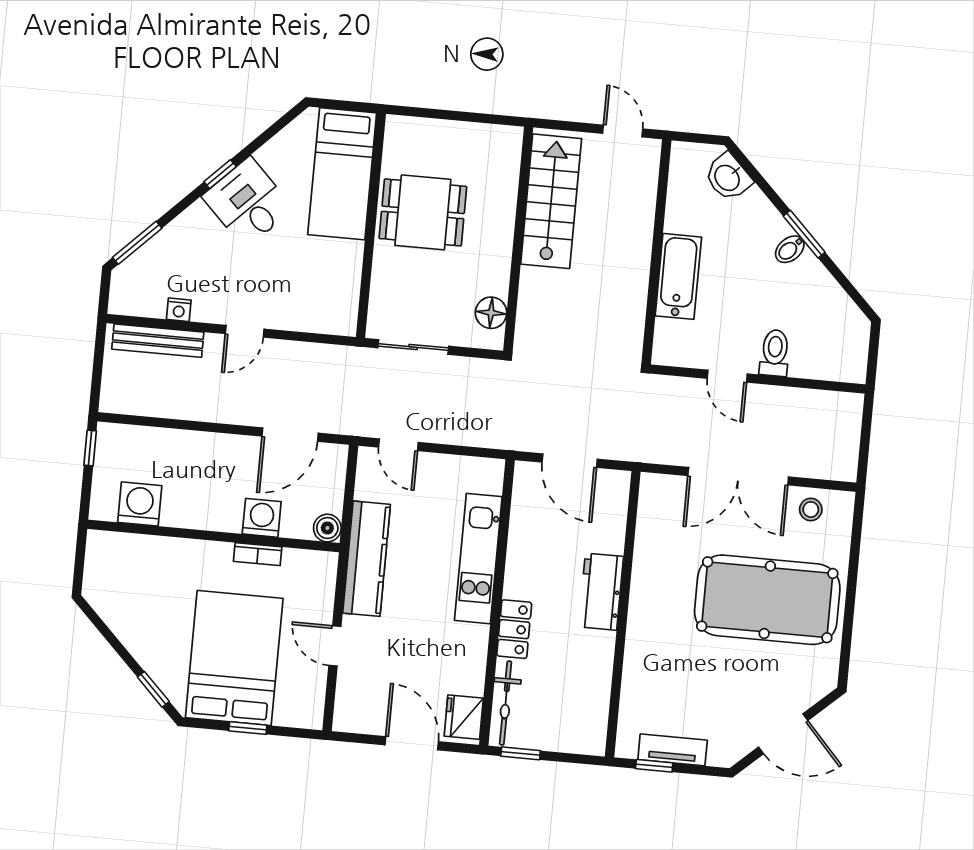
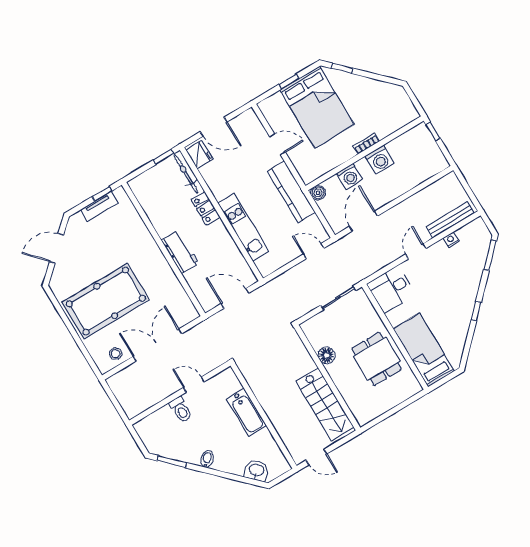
desk: (248, 202) -> (391, 289), moved, turned 135
dining table: (423, 212) -> (377, 359), turned 90
window: (804, 234) -> (172, 462), moved
floor lamp: (491, 313) -> (327, 355), moved
window: (90, 448) -> (433, 131), moved
washing machine: (140, 504) -> (380, 160), moved
bookcase: (258, 554) -> (366, 143), moved

